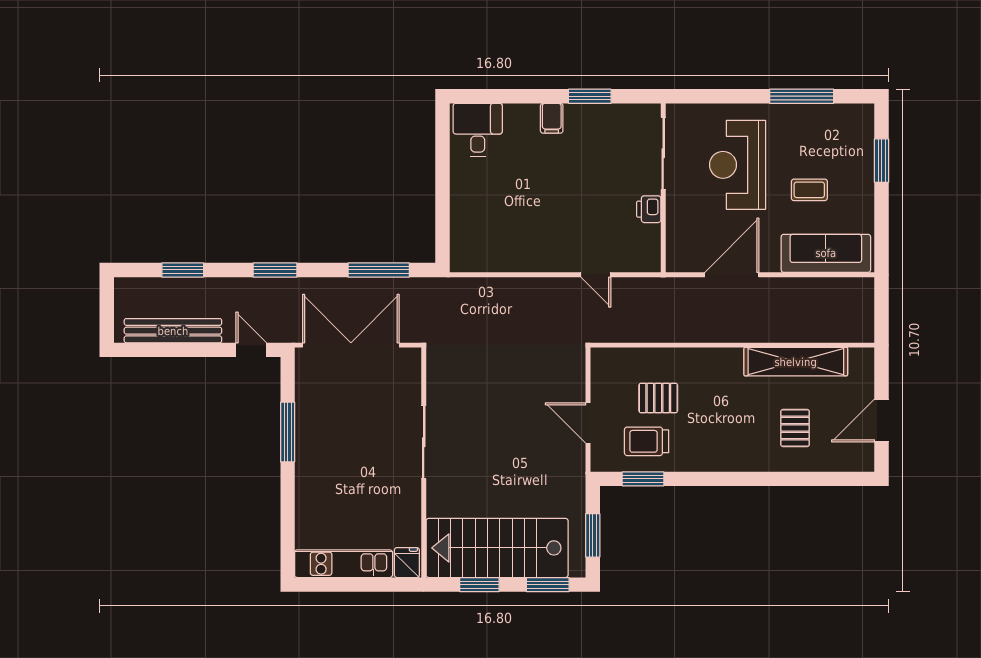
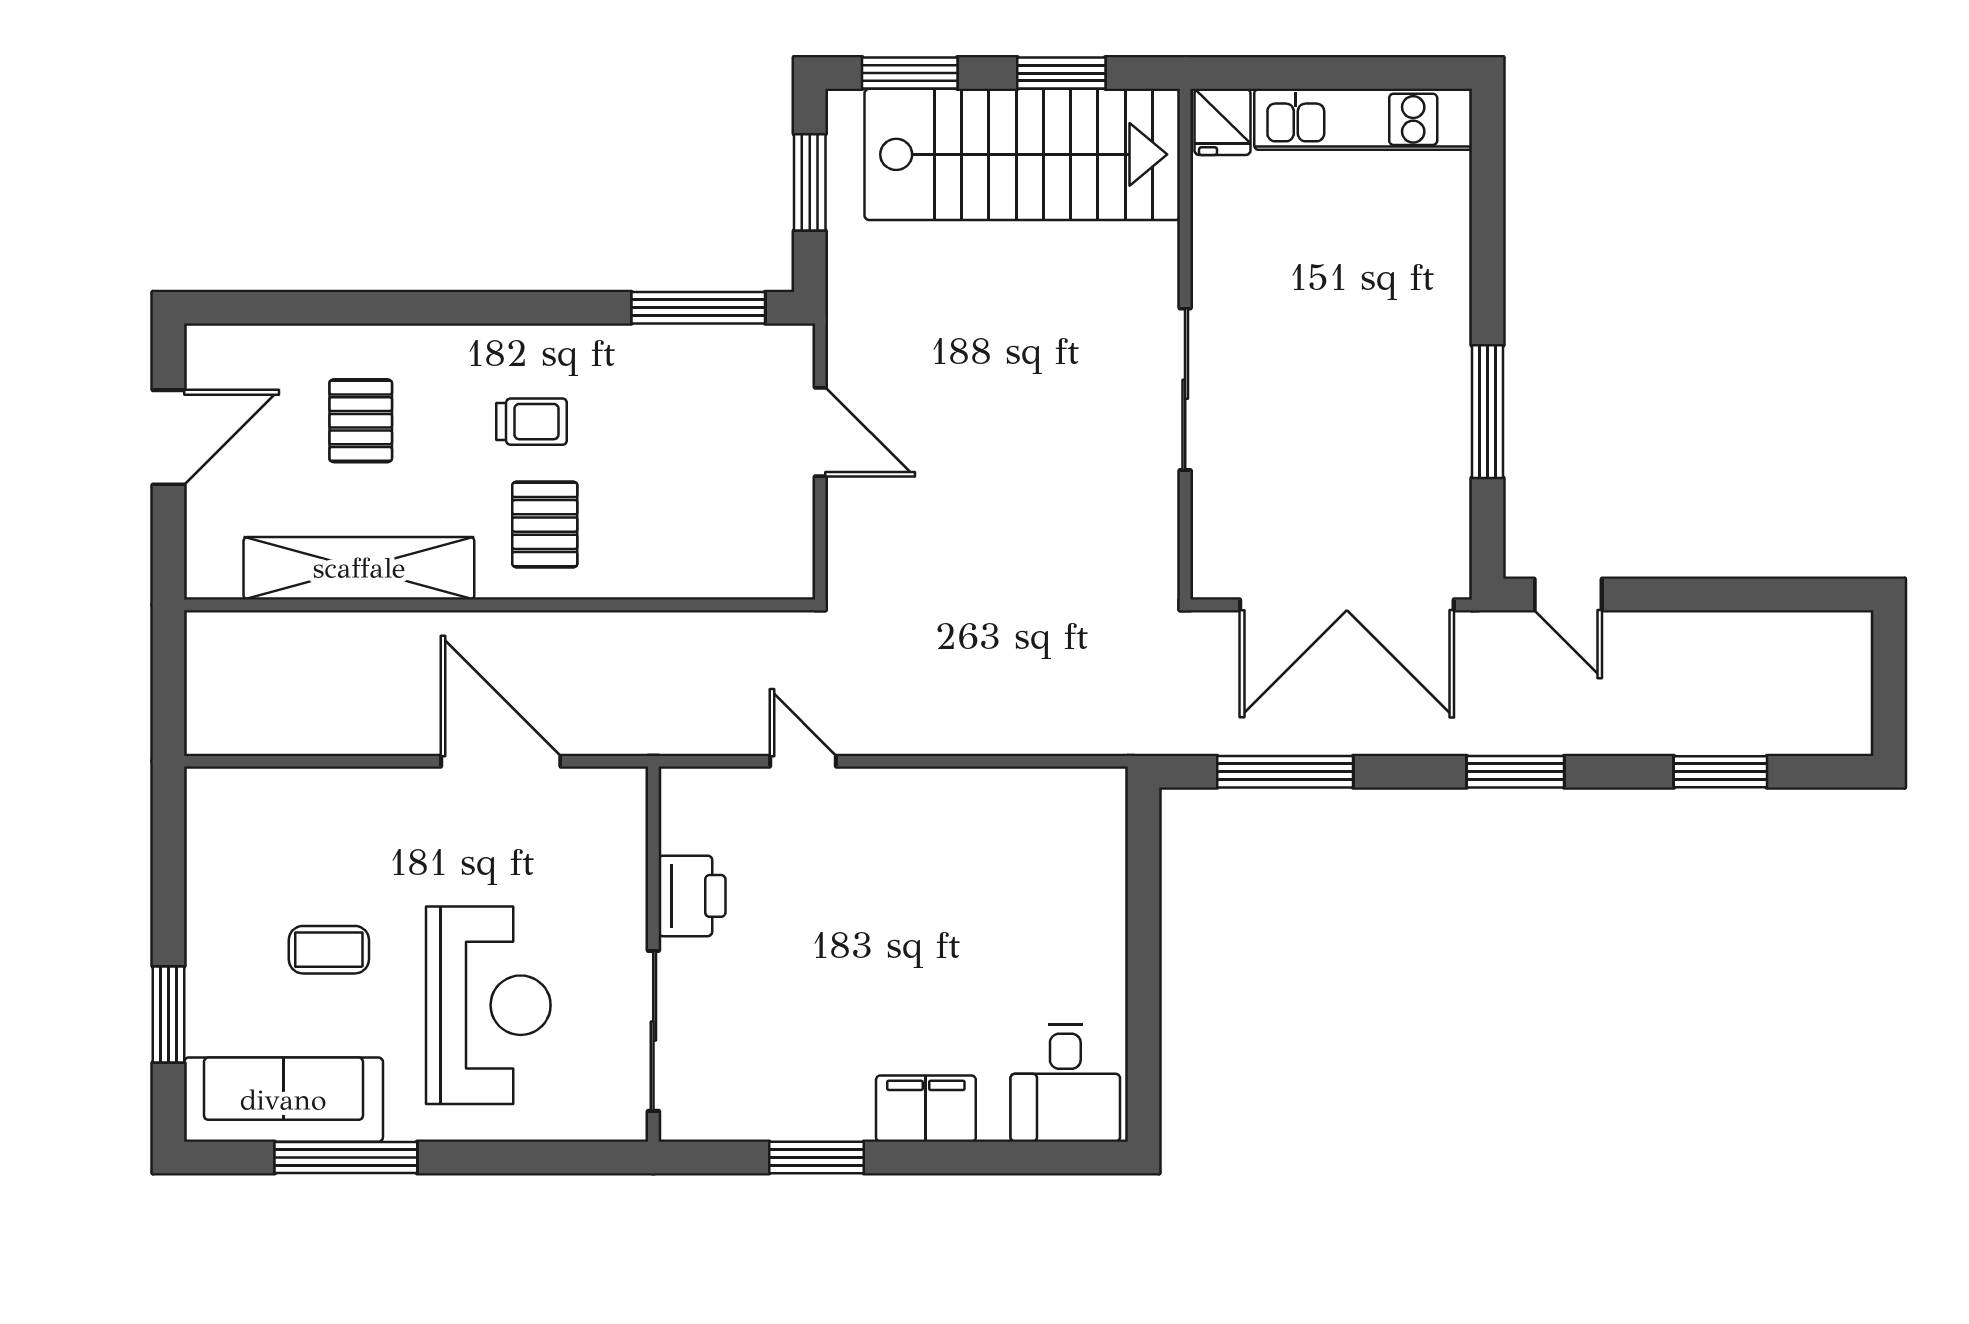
filing cabinet: (552, 118) -> (926, 1109), width x2.00
printer: (649, 209) -> (692, 896), width x1.36, depth x1.24
sofa: (826, 253) -> (283, 1100), moved, turned 180
door: (732, 275) -> (501, 761), swing flipped
bench: (173, 331) -> (1742, 637), removed
pallet: (658, 398) -> (545, 525), moved, turned 90
trolley: (647, 441) -> (532, 422), moved, width x0.73, depth x0.72
window: (643, 479) -> (698, 308), width x1.44

